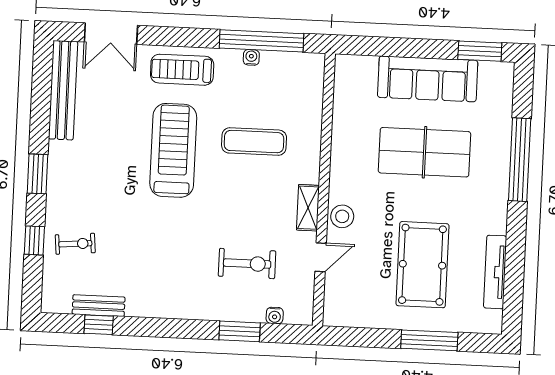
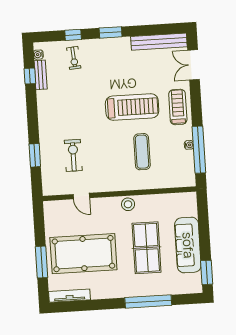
shelving: (308, 208) -> (108, 186), removed
stool: (342, 216) -> (128, 204), moved
exercise bike: (247, 264) -> (73, 155), turned 180
pool table: (422, 265) -> (83, 254), width x1.36, depth x1.32
tv unit: (495, 272) -> (70, 296), moved
water cooler: (275, 316) -> (38, 55), moved

